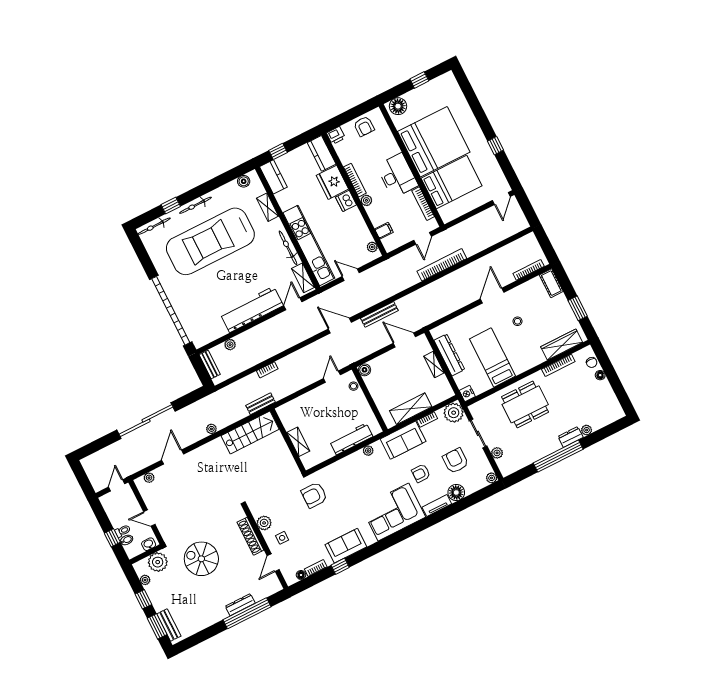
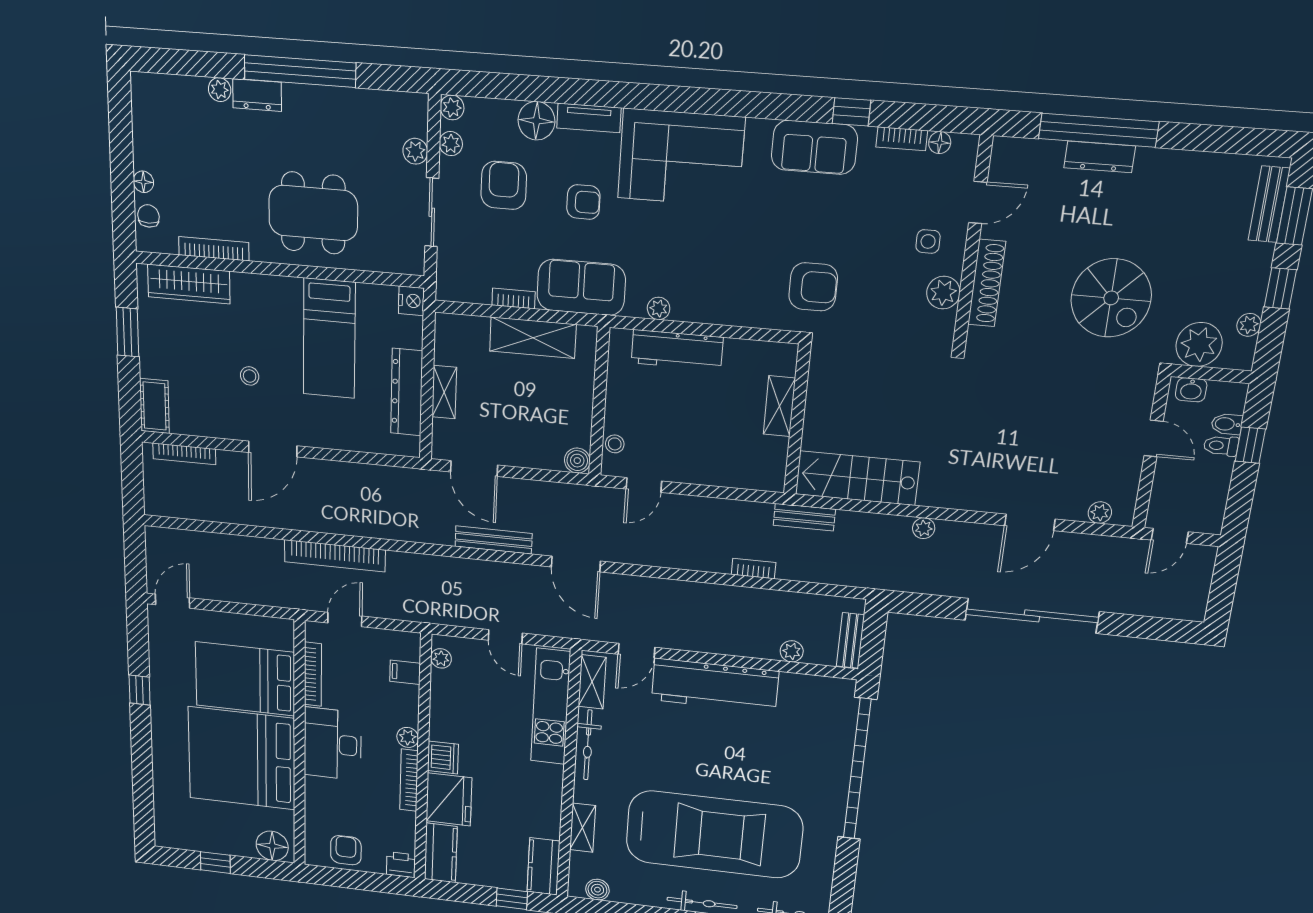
kitchen unit: (309, 245) -> (551, 707), width x0.73
plant: (454, 413) -> (451, 144), moved, width x0.53, depth x0.53
armchair: (455, 461) -> (504, 185), turned 180

